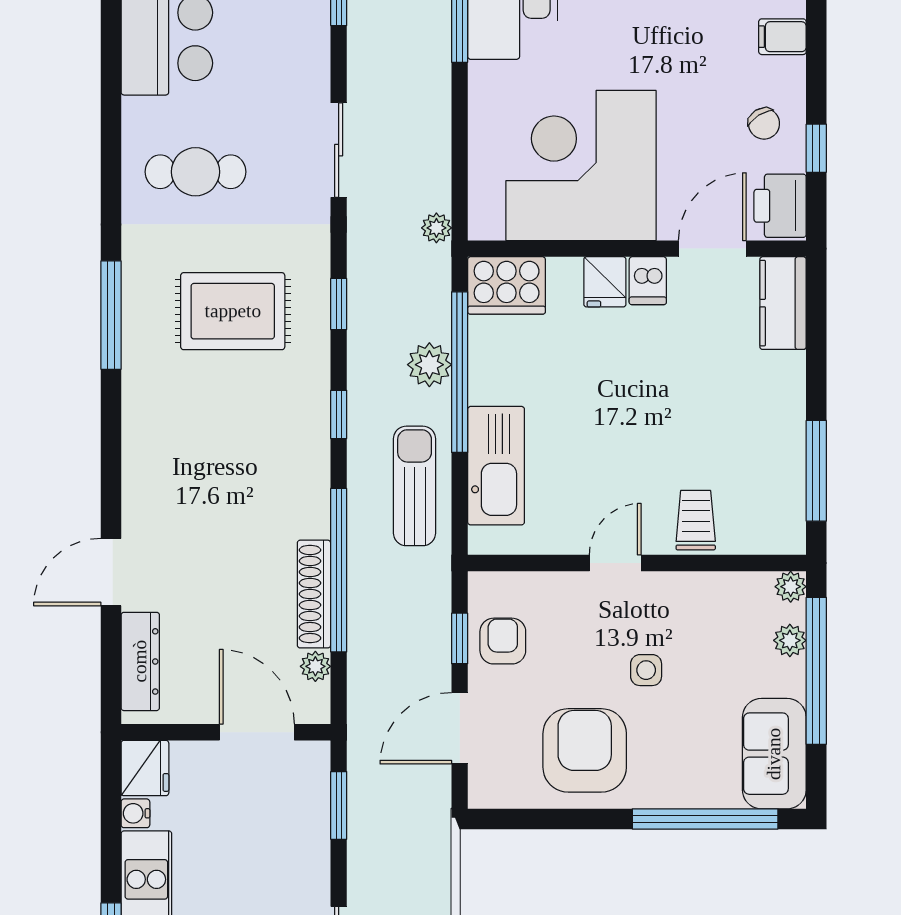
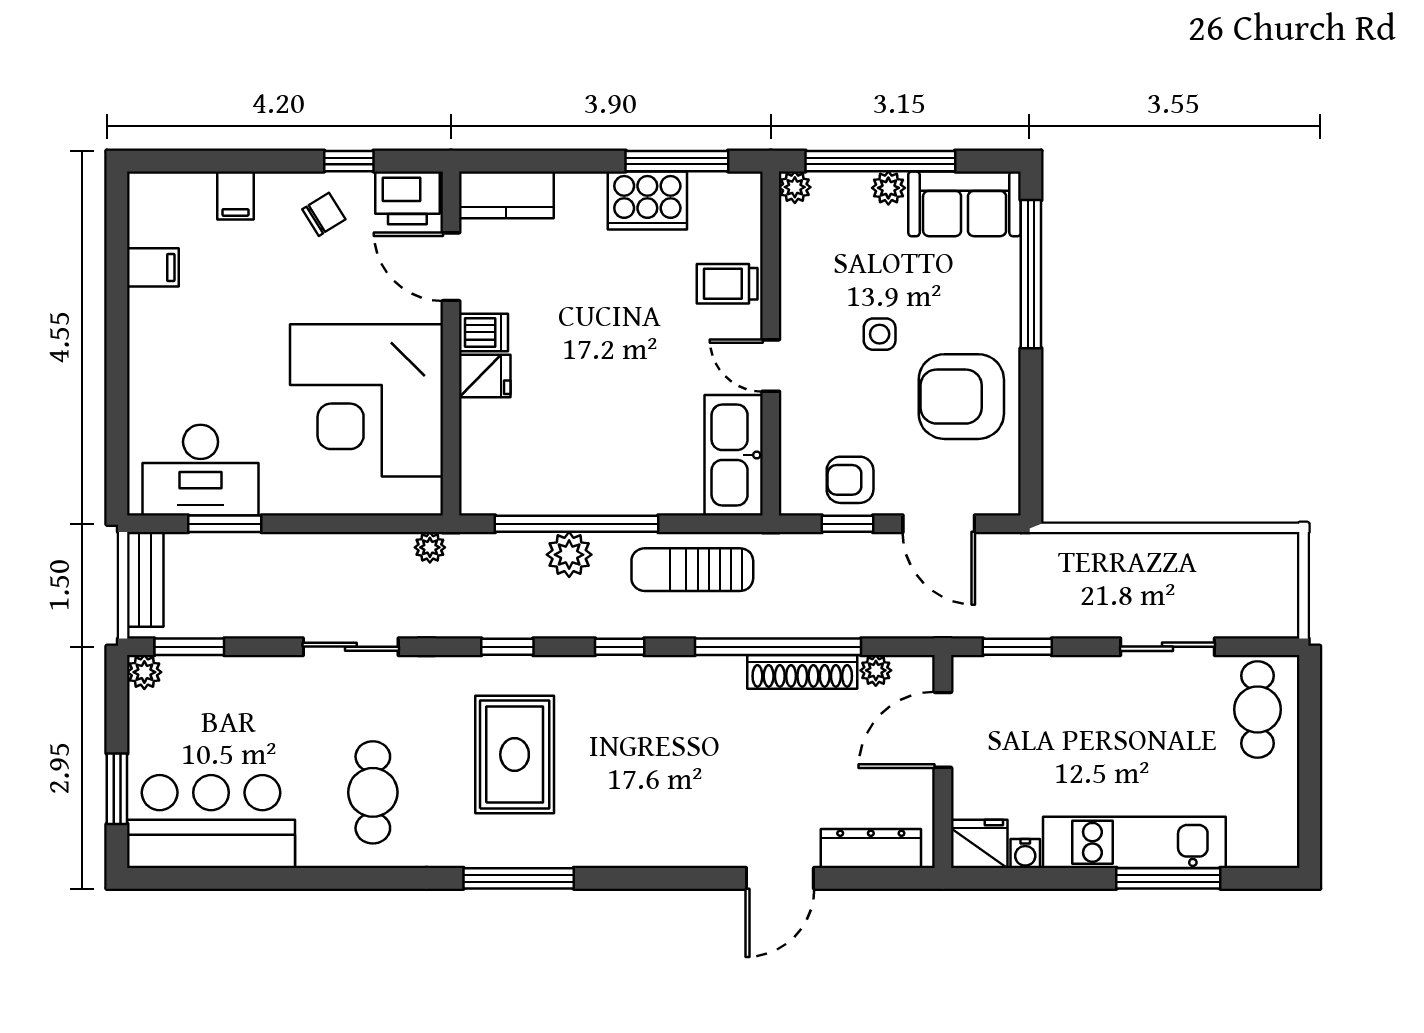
cooker: (507, 285) -> (647, 200), moved, turned 90
kitchen sink: (496, 466) -> (734, 455), moved, turned -90
door: (111, 572) -> (780, 878), hinge flipped
plant: (790, 640) -> (888, 188), moved

